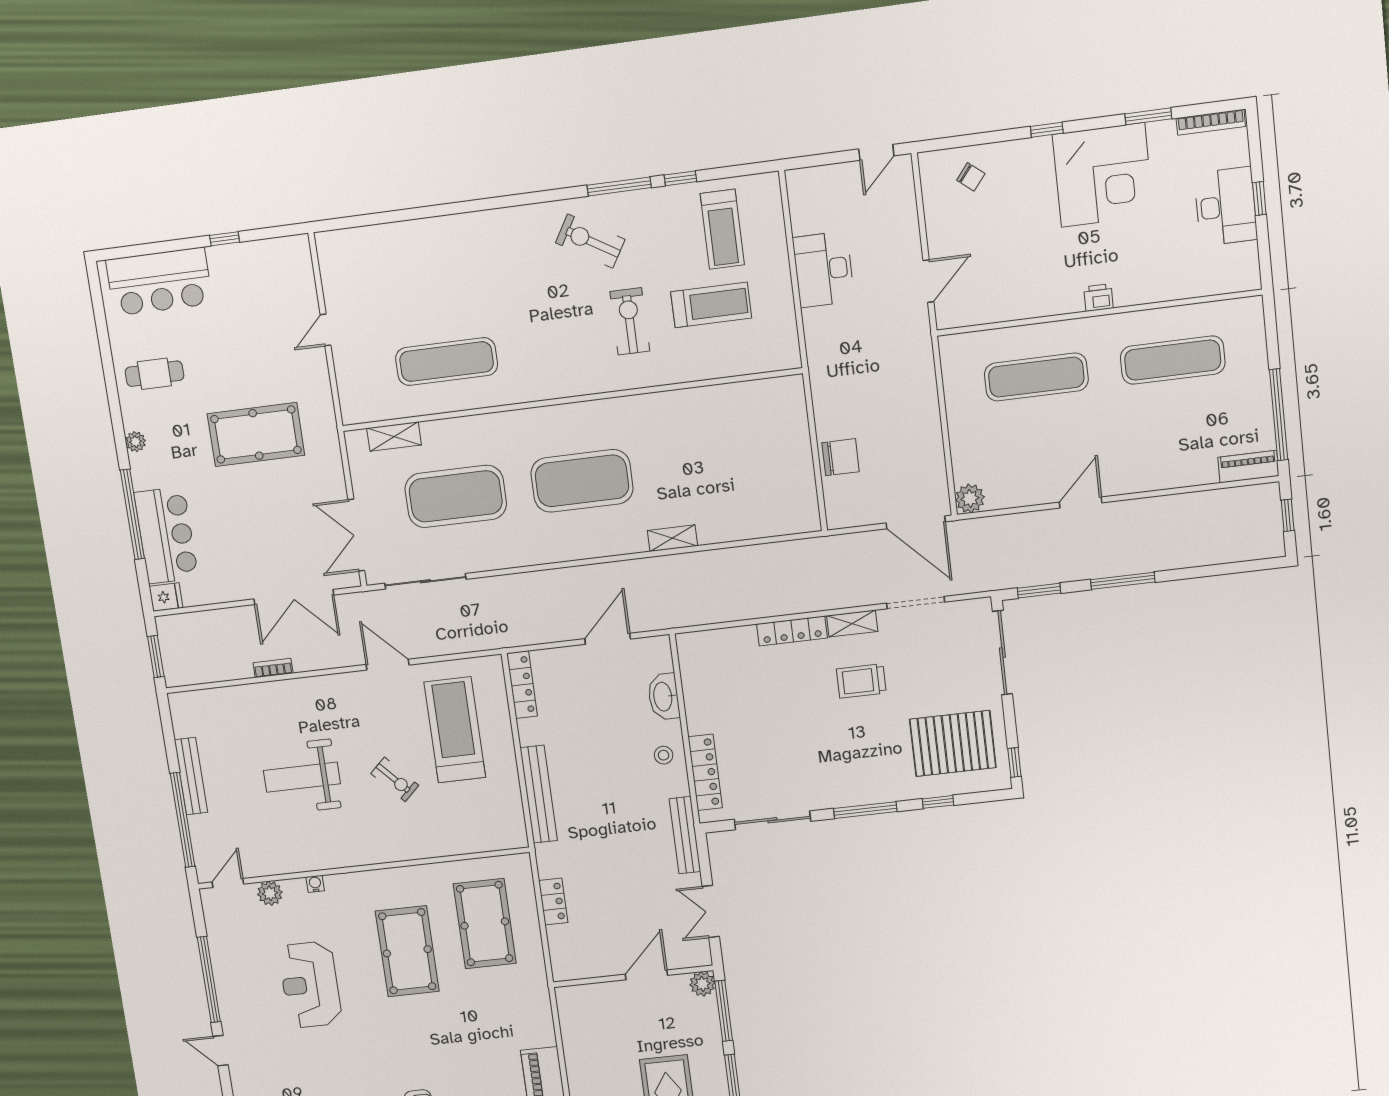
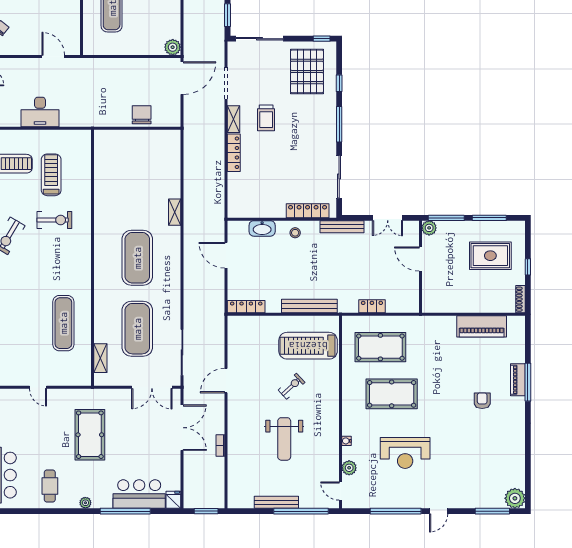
exercise bike: (630, 321) -> (54, 220), turned 180
treadmill: (455, 730) -> (308, 346), moved

